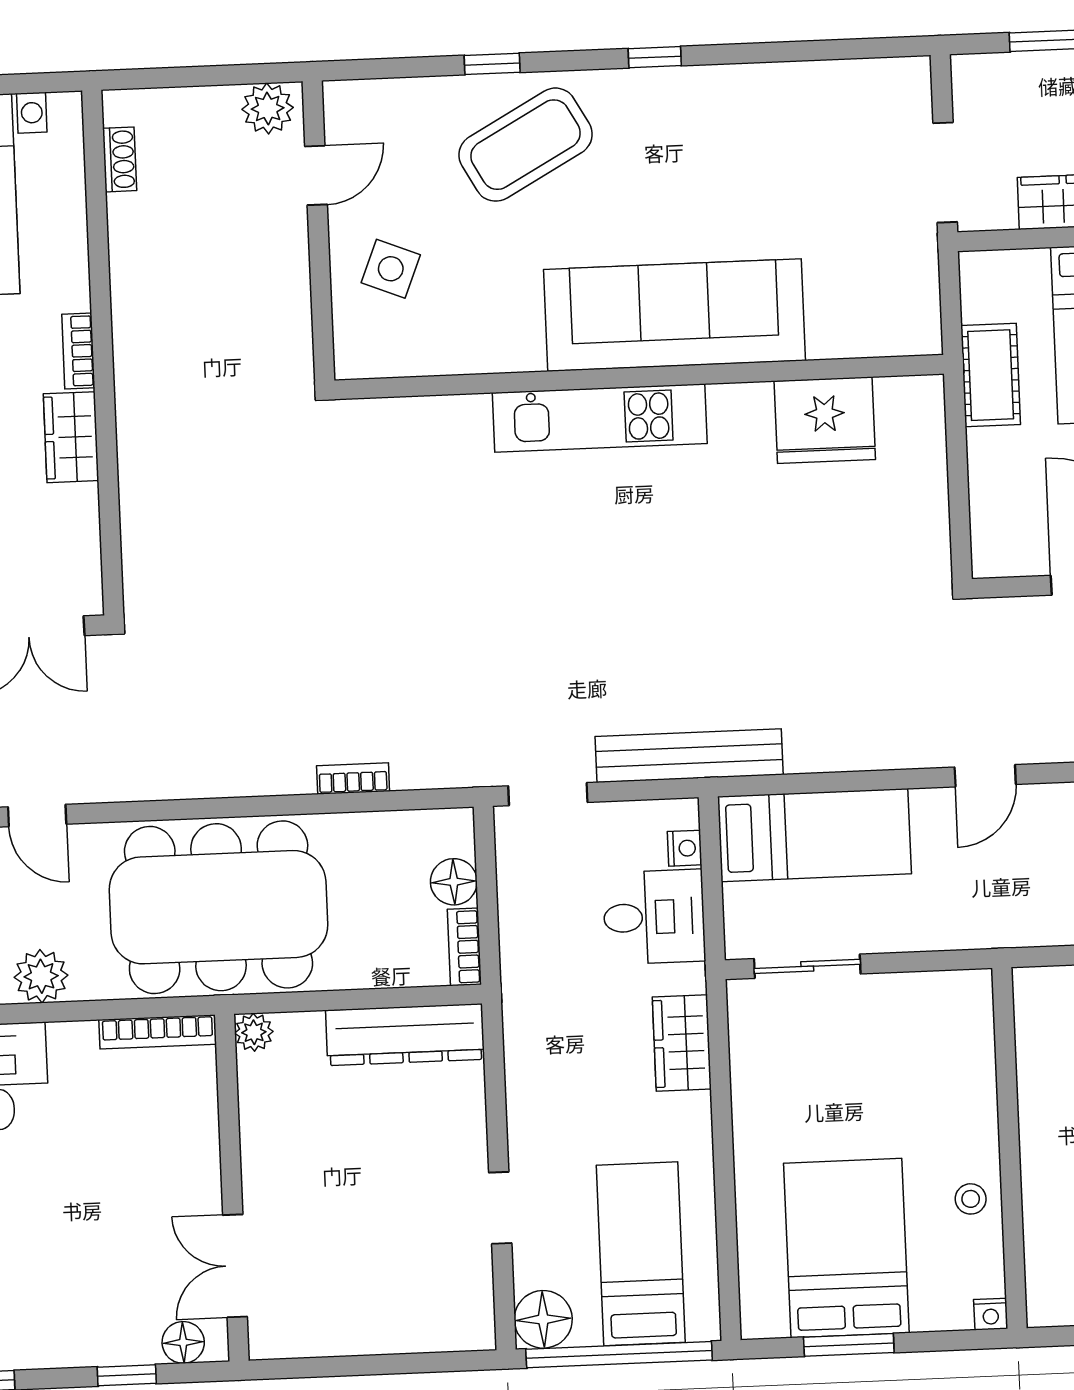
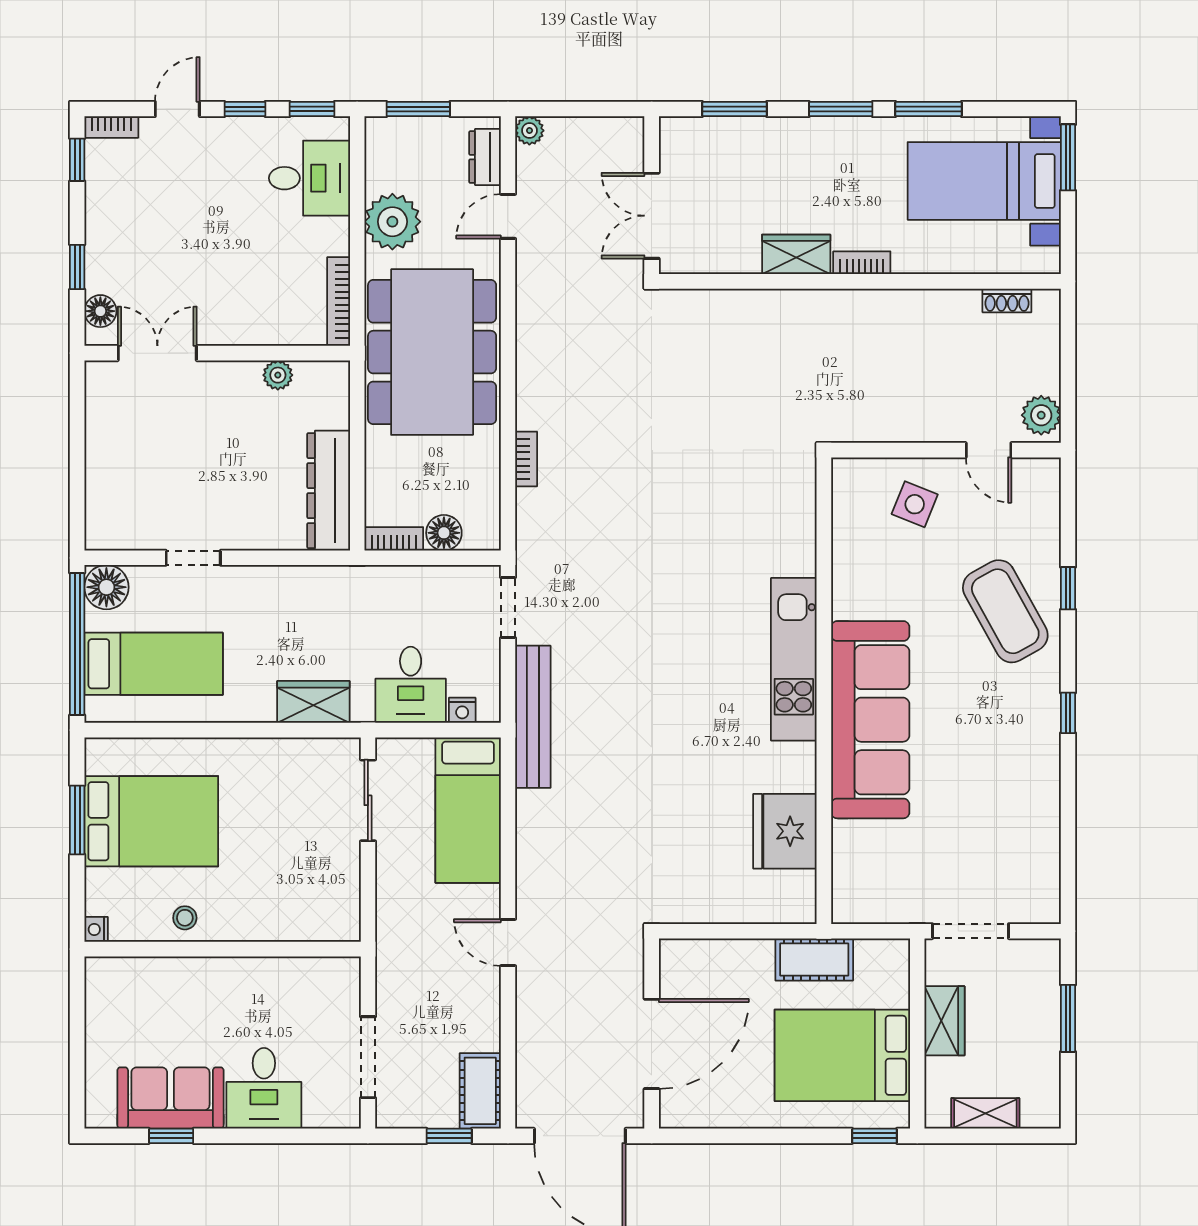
plant: (41, 976) -> (392, 222), width x1.36, depth x1.36
plant: (254, 1032) -> (278, 375), moved

